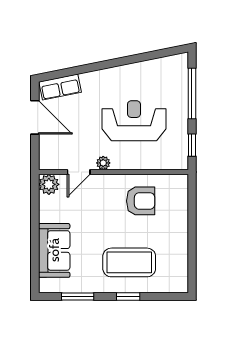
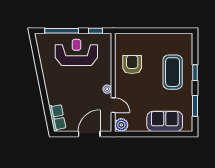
door: (35, 117) -> (89, 134), moved
reception desk: (134, 121) -> (76, 52), moved, turned 90

